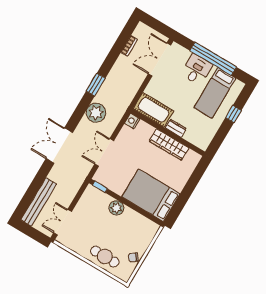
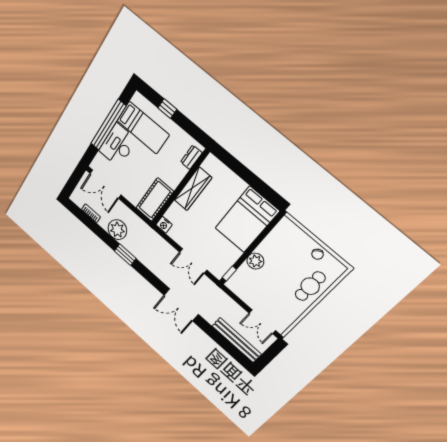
desk: (197, 69) -> (118, 145), width x1.37
plant: (96, 113) -> (117, 230), moved
dresser: (176, 128) -> (191, 157), moved

